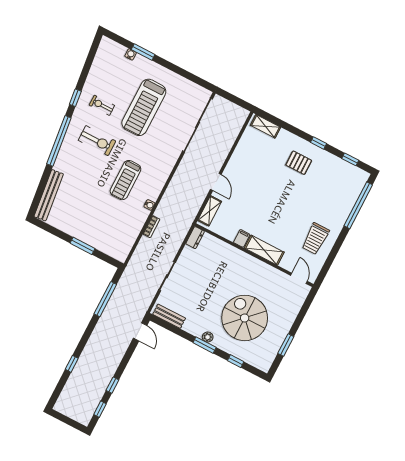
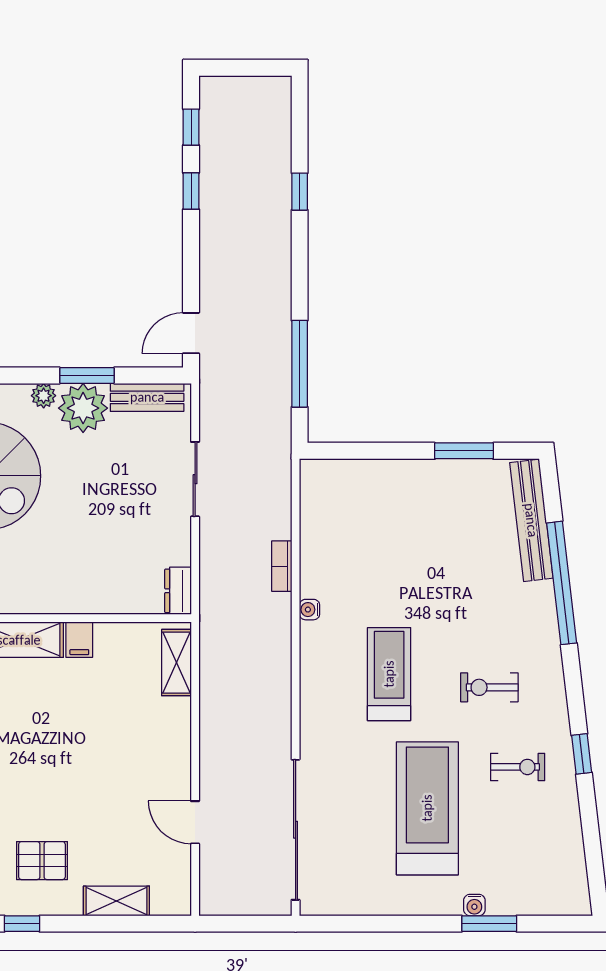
water cooler: (131, 54) -> (474, 905), moved
shelving: (265, 126) -> (116, 901), moved
window: (59, 141) -> (562, 583), moved
exercise bike: (97, 141) -> (489, 687), width x0.73, depth x0.72
treadmill: (125, 180) -> (389, 674), moved
door: (216, 182) -> (195, 822), moved
window: (83, 246) -> (464, 451), moved
plant: (195, 325) -> (83, 408), added
door: (140, 332) -> (191, 333), hinge flipped
window: (205, 345) -> (87, 375), moved

